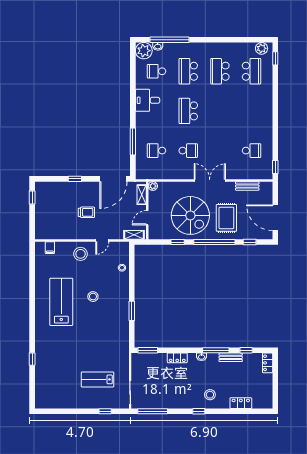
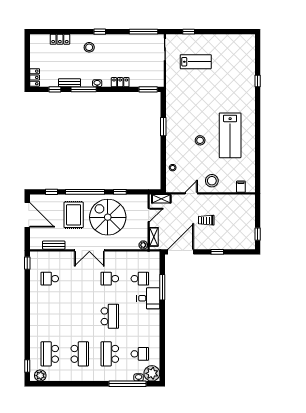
school desk: (188, 71) -> (110, 354), turned 180
desk: (148, 100) -> (148, 298), moved

